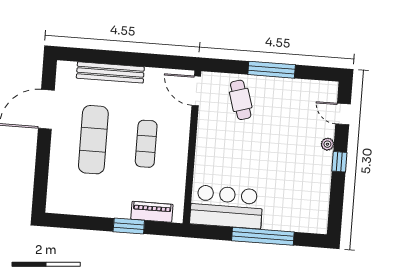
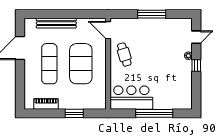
cafe table: (241, 100) -> (124, 55), moved
door: (343, 114) -> (196, 37), swing flipped
exercise mat: (146, 144) -> (81, 64), width x2.00, depth x1.45
piano: (152, 212) -> (46, 104), moved

